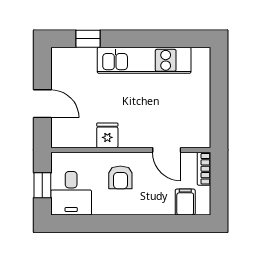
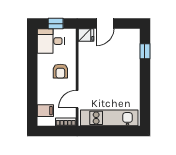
kitchen unit: (144, 60) -> (109, 118), moved, turned 90
fridge: (107, 135) -> (86, 35), moved
armchair: (120, 177) -> (60, 71), turned -90

